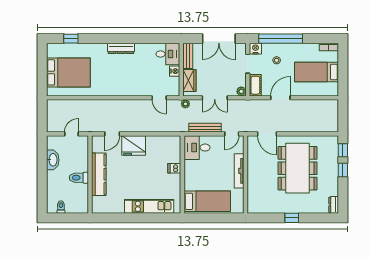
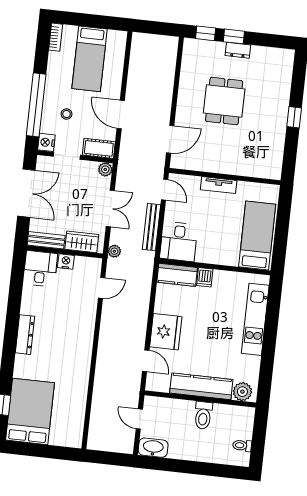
bed: (68, 72) -> (30, 411), moved
kitchen counter: (174, 149) -> (177, 275), added
washbasin: (53, 160) -> (153, 448), moved
dining table: (298, 168) -> (224, 101), width x0.53, depth x0.80
tv unit: (239, 171) -> (219, 185), width x0.71
plant: (98, 203) -> (242, 392), added
dresser: (334, 205) -> (238, 50), moved

